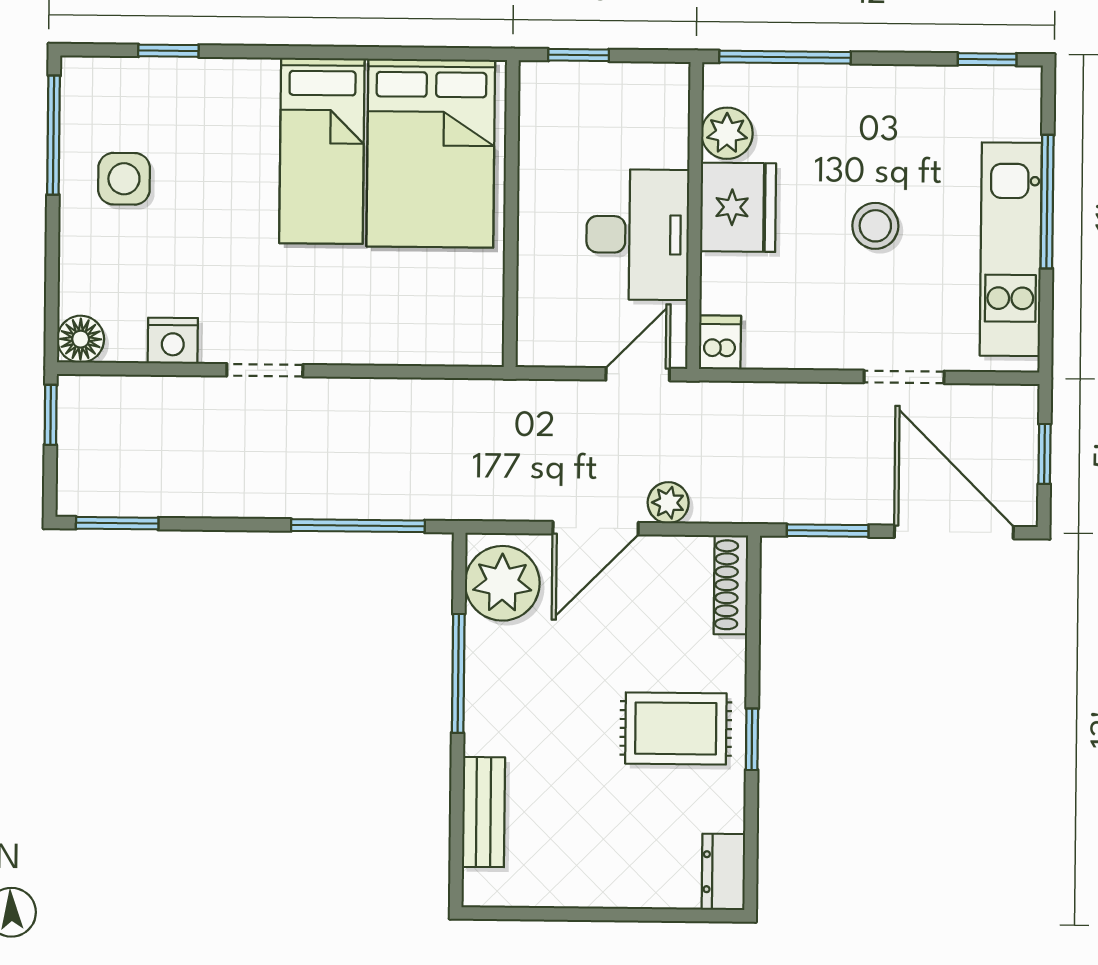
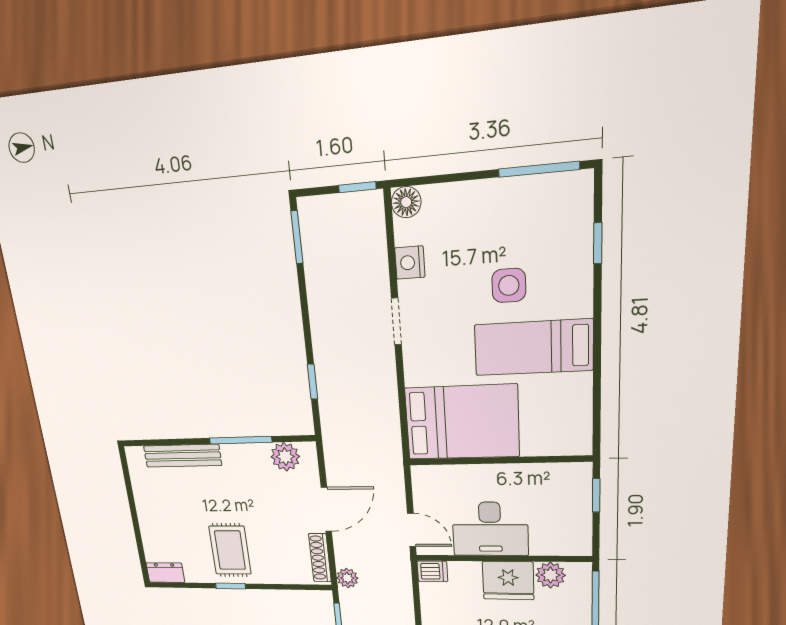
bed: (431, 153) -> (462, 422), moved, turned 180
side table: (124, 179) -> (509, 285), moved
plant: (668, 503) -> (347, 578), moved
window: (358, 526) -> (312, 382), width x0.46
door: (596, 528) -> (326, 509), swing flipped
plant: (502, 583) -> (285, 457), width x0.73, depth x0.73
shoe rack: (731, 585) -> (320, 558), moved, turned -90
bench: (484, 812) -> (182, 456), width x1.36

